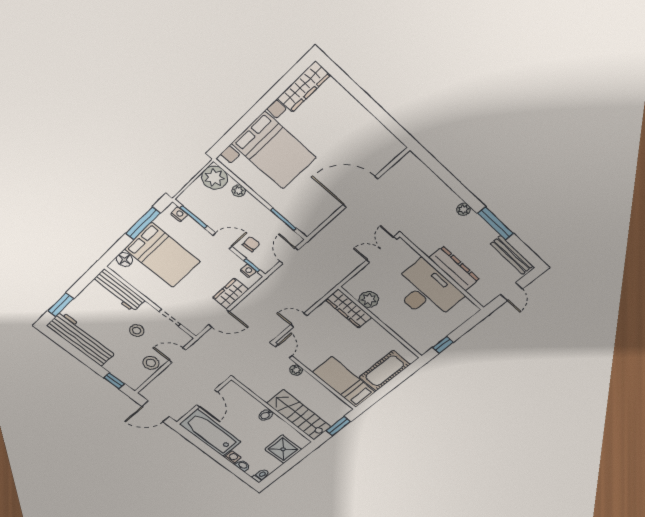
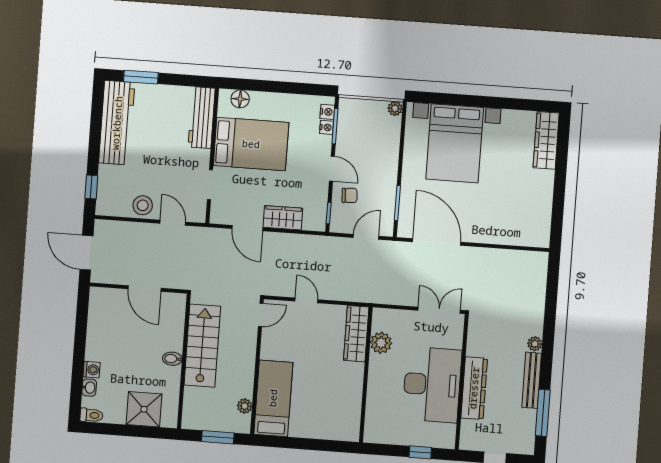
wardrobe: (304, 87) -> (546, 140), moved, turned 90
plant: (214, 178) -> (395, 108), width x0.53, depth x0.53
plant: (239, 191) -> (393, 144), removed
door: (360, 192) -> (437, 242), moved
window: (143, 223) -> (292, 88), removed
window: (496, 223) -> (543, 413), moved
bed: (162, 255) -> (251, 144), moved, turned -90
bench: (512, 255) -> (532, 380), moved
nightstand: (248, 271) -> (327, 127), moved
stool: (137, 331) -> (170, 165), removed
window: (443, 345) -> (420, 452), moved
plant: (296, 370) -> (245, 406), moved
cot: (385, 371) -> (318, 424), removed
door: (207, 398) -> (144, 288), hinge flipped
stairs: (299, 415) -> (202, 346), moved
bathtub: (210, 433) -> (104, 324), removed

